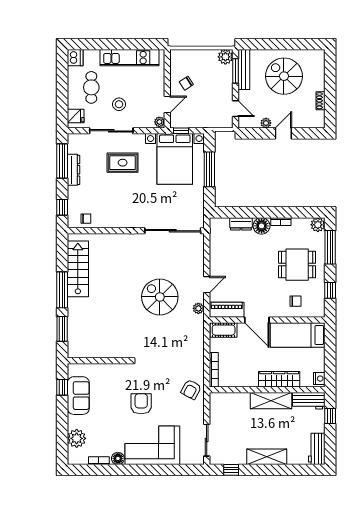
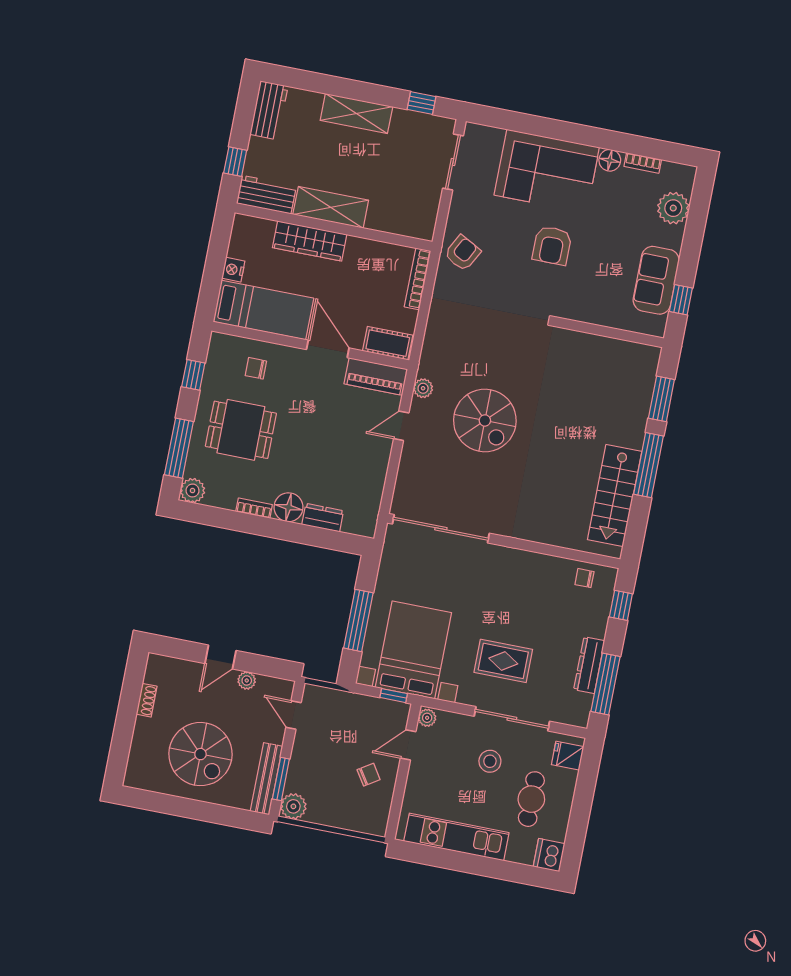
nightstand: (319, 379) -> (233, 270), moved

